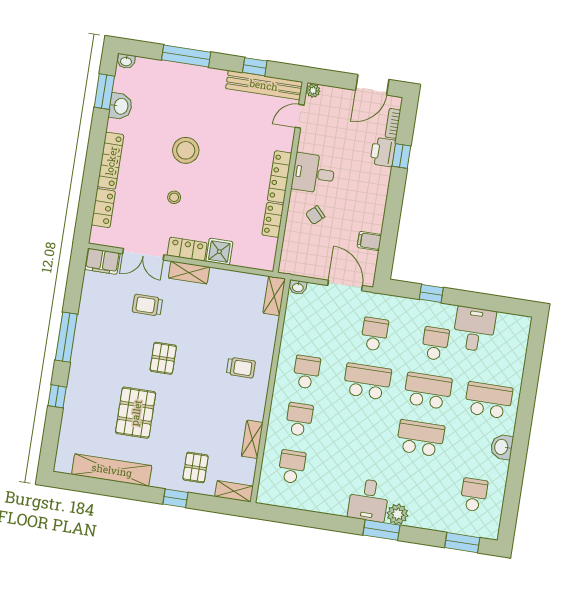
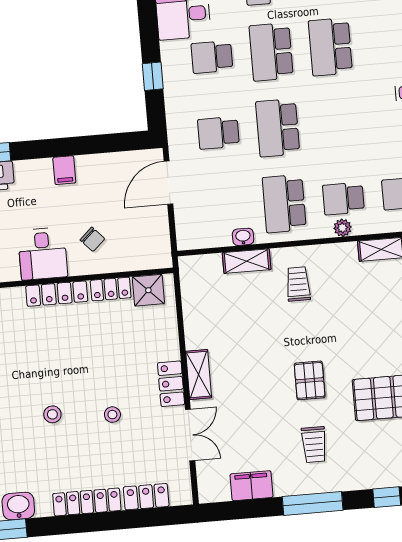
stool: (186, 150) -> (52, 414), width x0.53, depth x0.53
filing cabinet: (369, 241) -> (64, 170), moved
shower: (219, 252) -> (148, 290), moved
filing cabinet: (102, 261) -> (251, 486), moved, turned -90
washbasin: (298, 287) -> (243, 237), moved, turned -90
shelving: (274, 296) -> (247, 261), moved
trolley: (147, 305) -> (314, 445), moved
pallet: (163, 358) -> (310, 380), turned 90
school desk: (306, 372) -> (284, 204), width x1.85
plant: (276, 413) -> (342, 228), added

